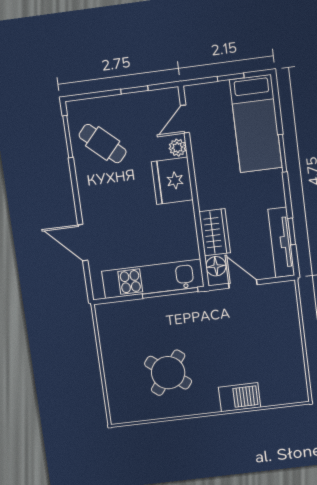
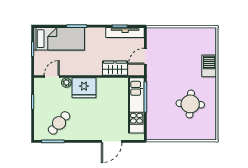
door: (185, 119) -> (52, 77), swing flipped
floor lamp: (216, 266) -> (134, 70), removed
round table: (168, 373) -> (190, 104), turned -34

